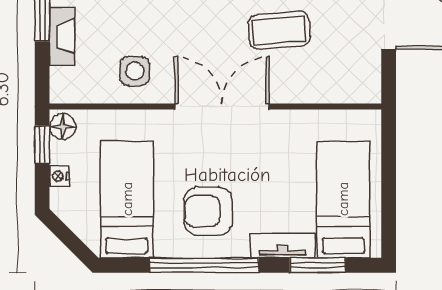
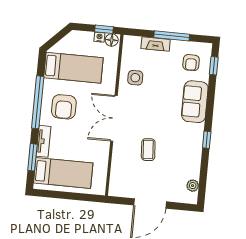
coffee table: (279, 30) -> (148, 150), width x0.73, depth x0.77
double door: (222, 107) -> (114, 118), swing flipped
nightstand: (59, 176) -> (99, 37), moved
armchair: (208, 211) -> (64, 107), turned 180

